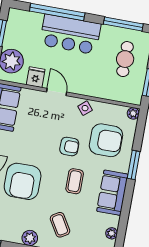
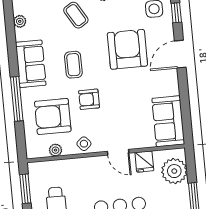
plant: (133, 113) -> (56, 150), moved
window: (134, 165) -> (17, 99), width x1.44

